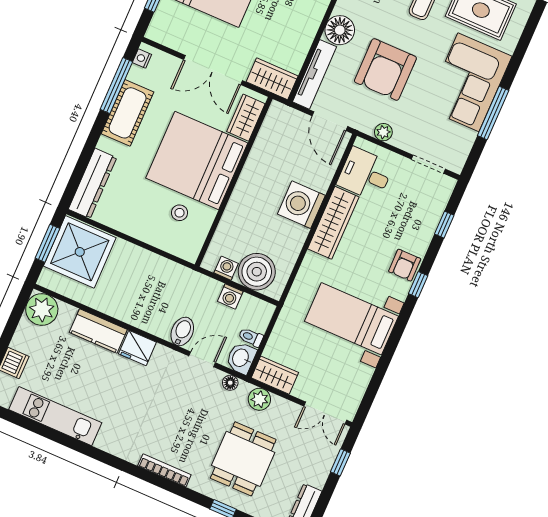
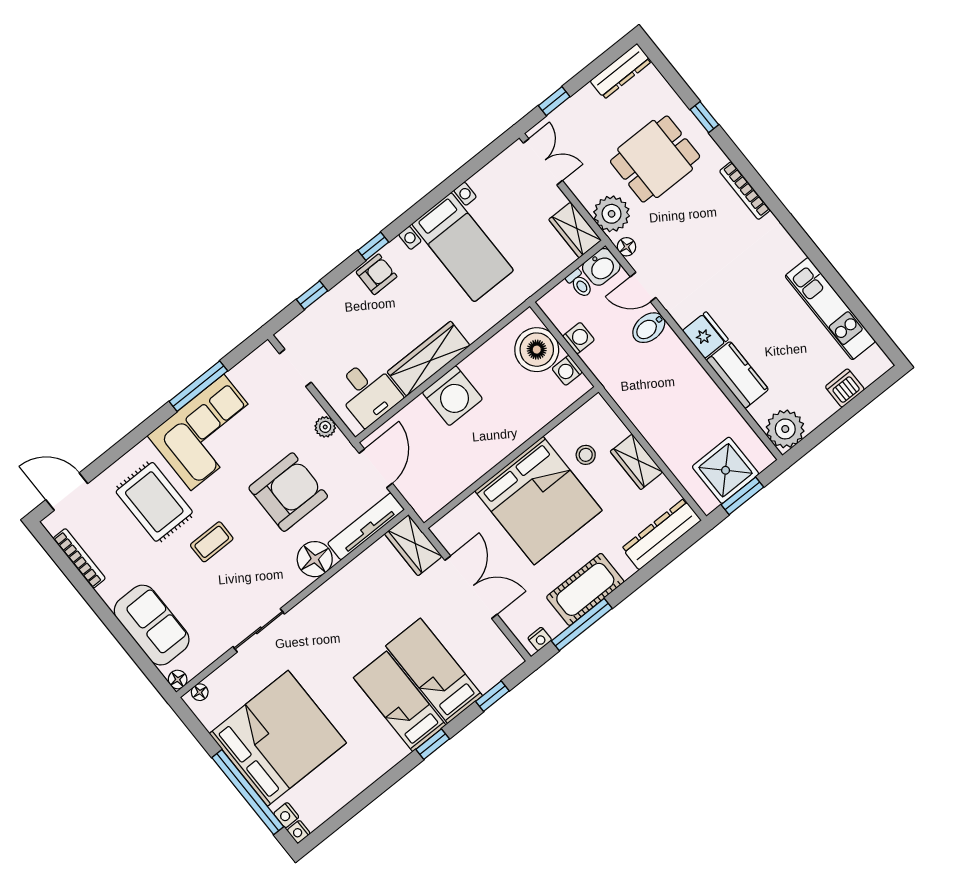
wardrobe: (246, 118) -> (636, 462), moved, turned 90
shower: (80, 252) -> (726, 470), width x0.73, depth x0.73
plant: (259, 399) -> (612, 214), width x1.36, depth x1.36

